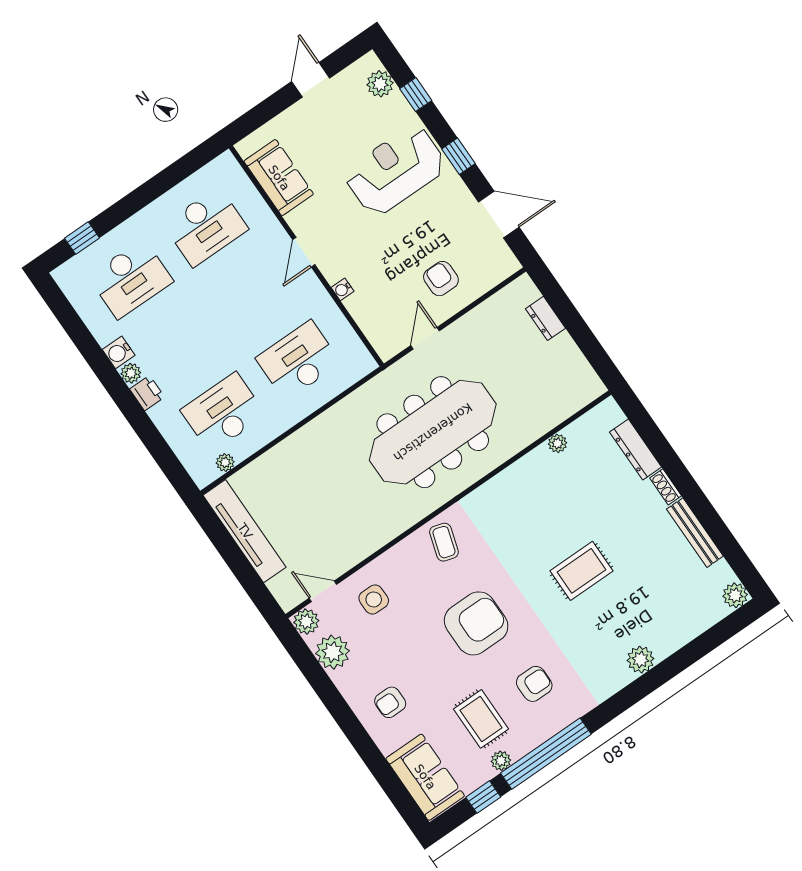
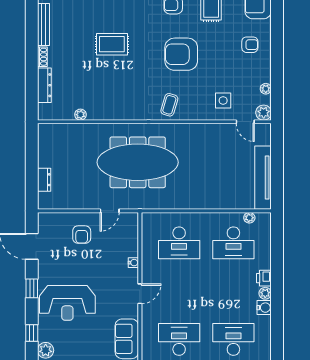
plant: (333, 652) -> (266, 89), width x0.53, depth x0.53

